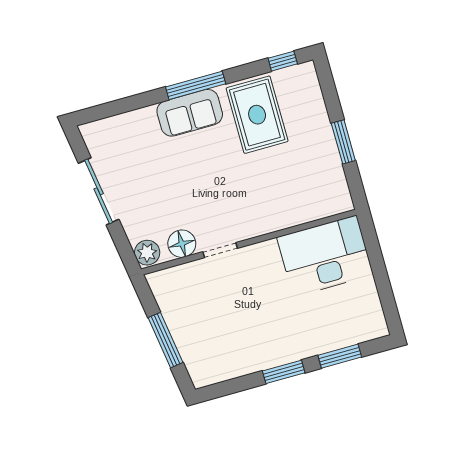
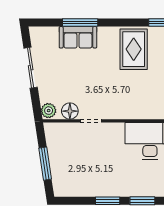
window: (196, 85) -> (80, 23), moved
sofa: (190, 113) -> (78, 37), moved

